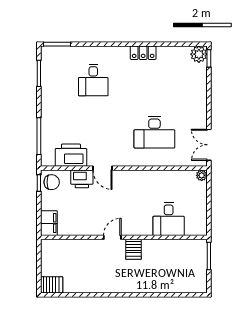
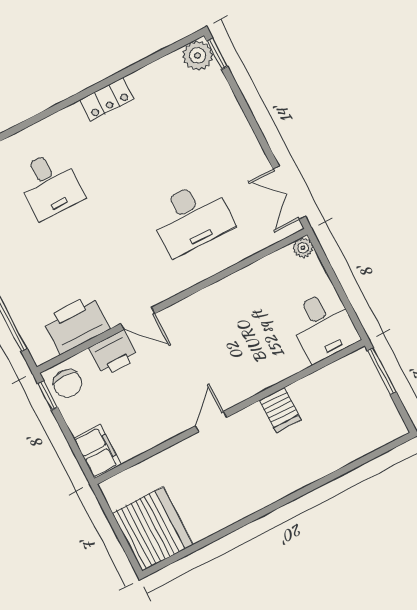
chair: (52, 182) -> (68, 384), turned 90
desk: (169, 219) -> (323, 326), moved
server rack: (134, 249) -> (280, 410), moved
server rack: (52, 285) -> (153, 529), width x2.18, depth x1.44

